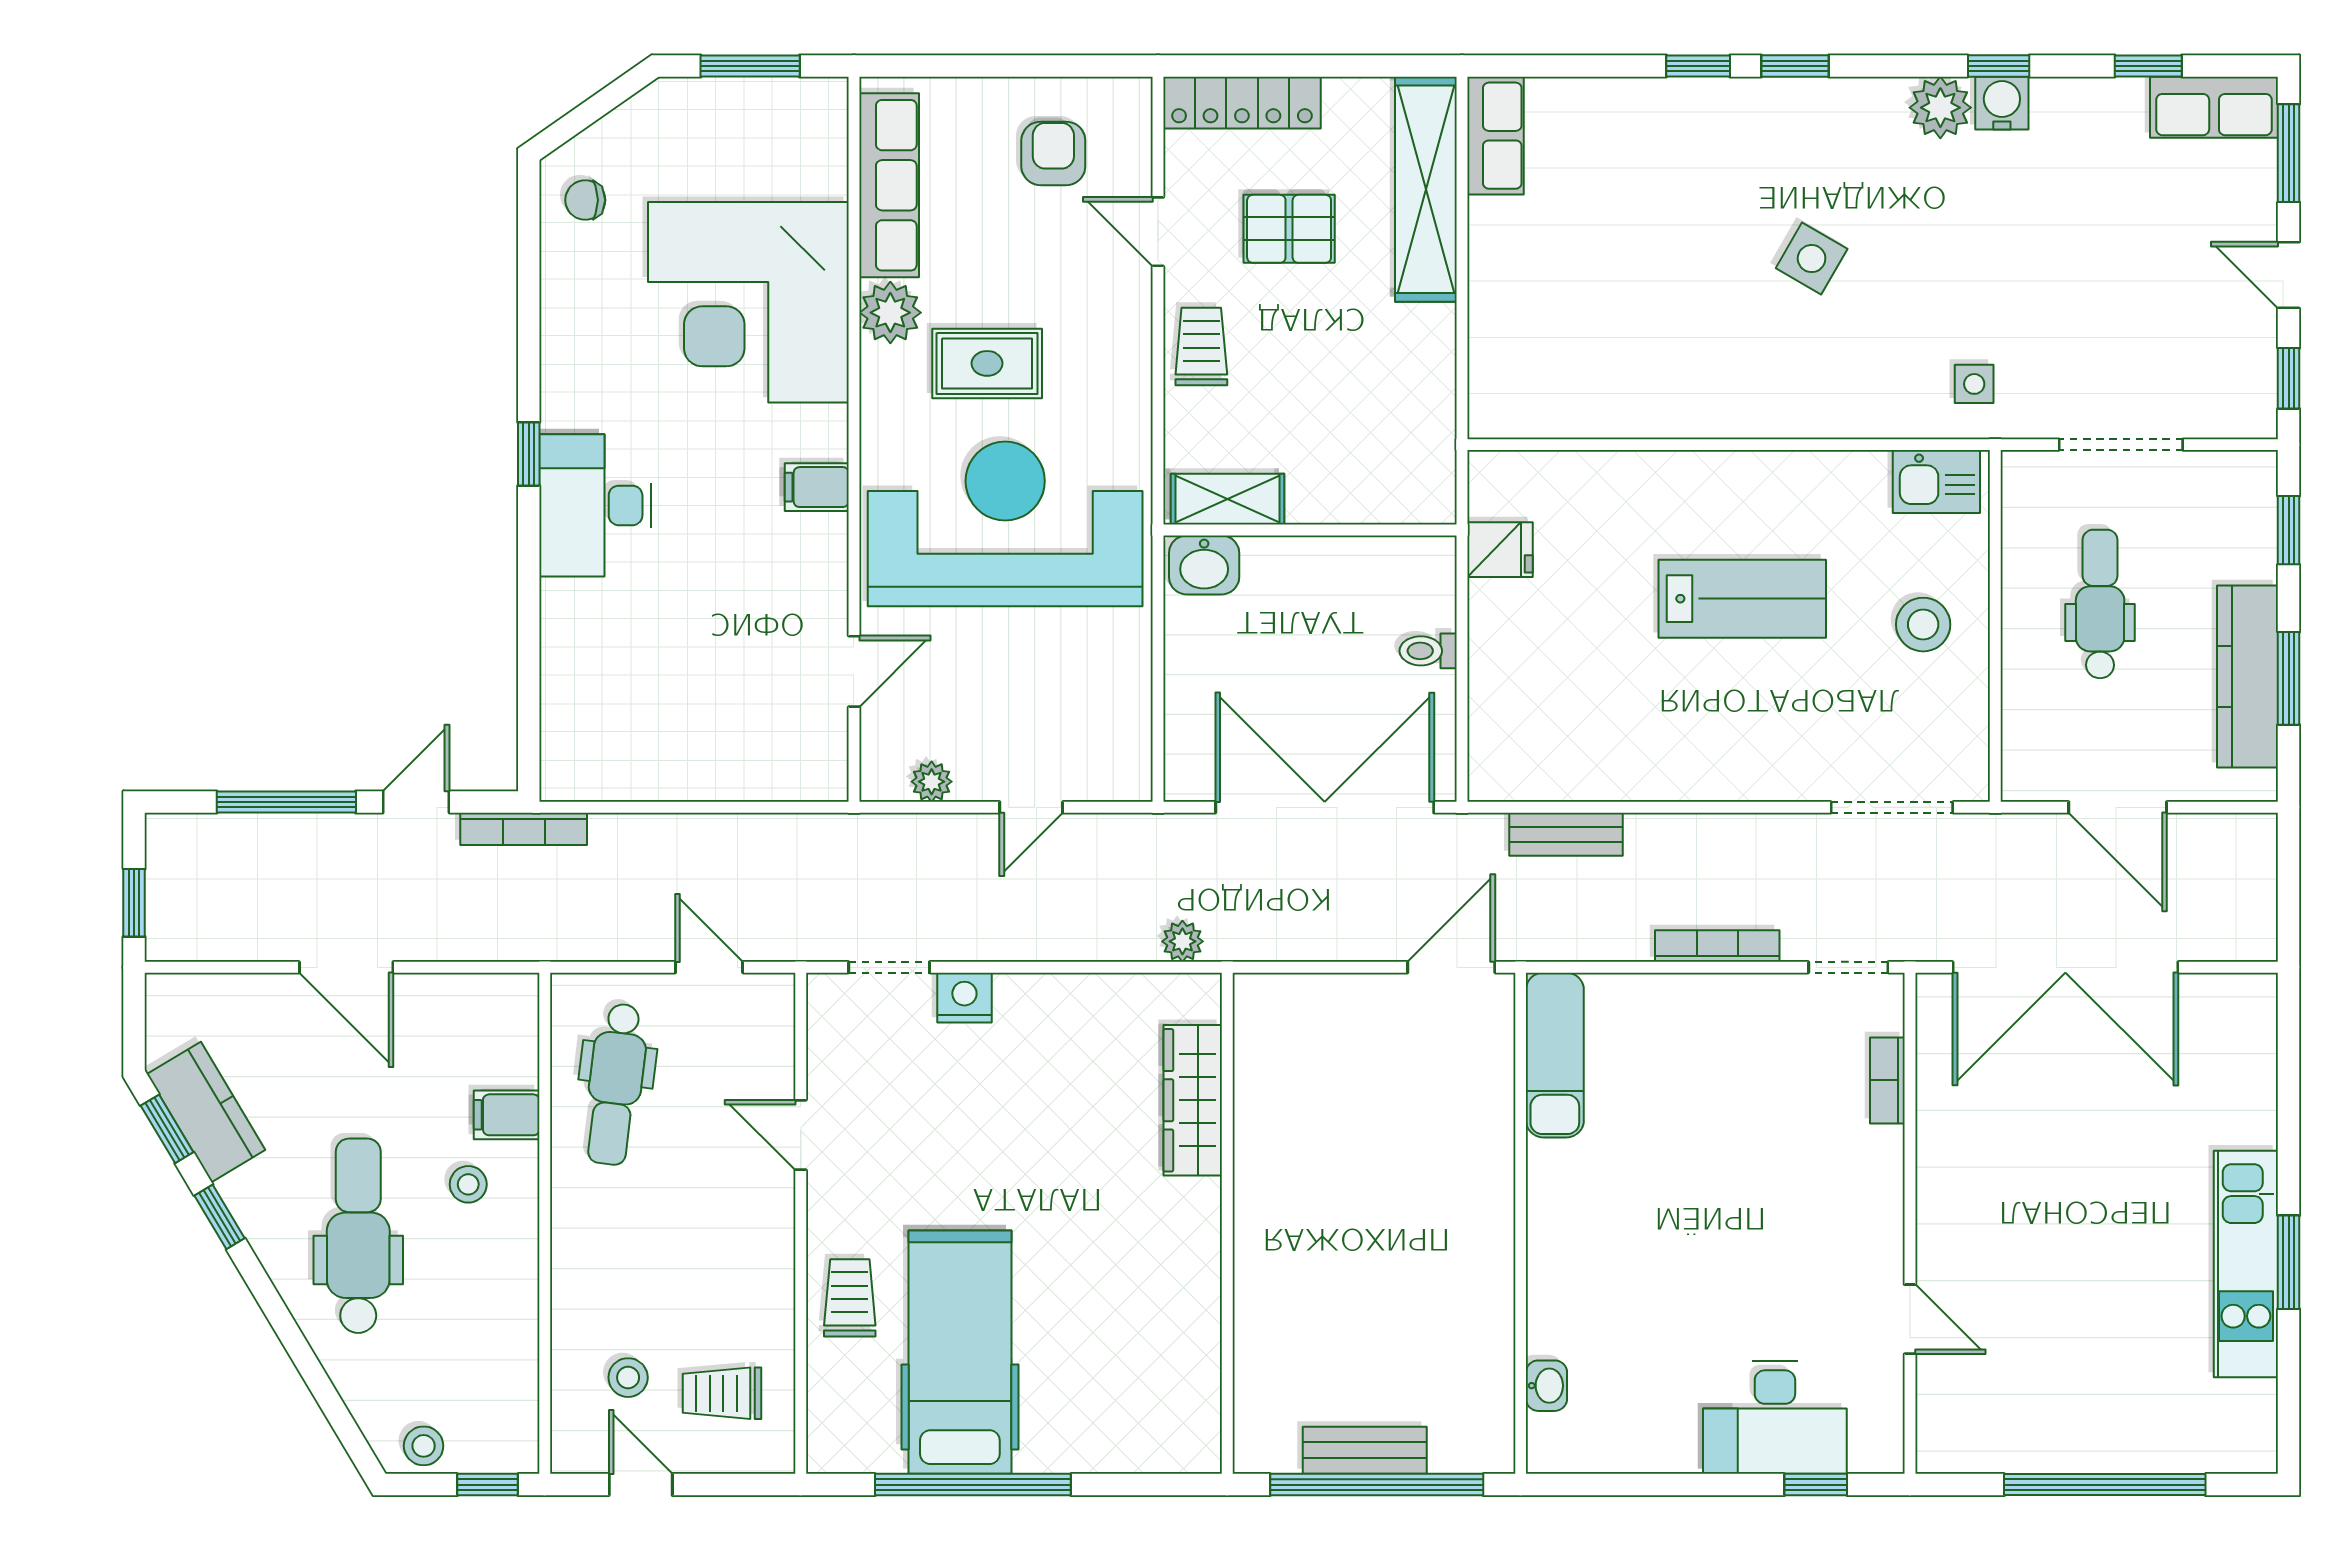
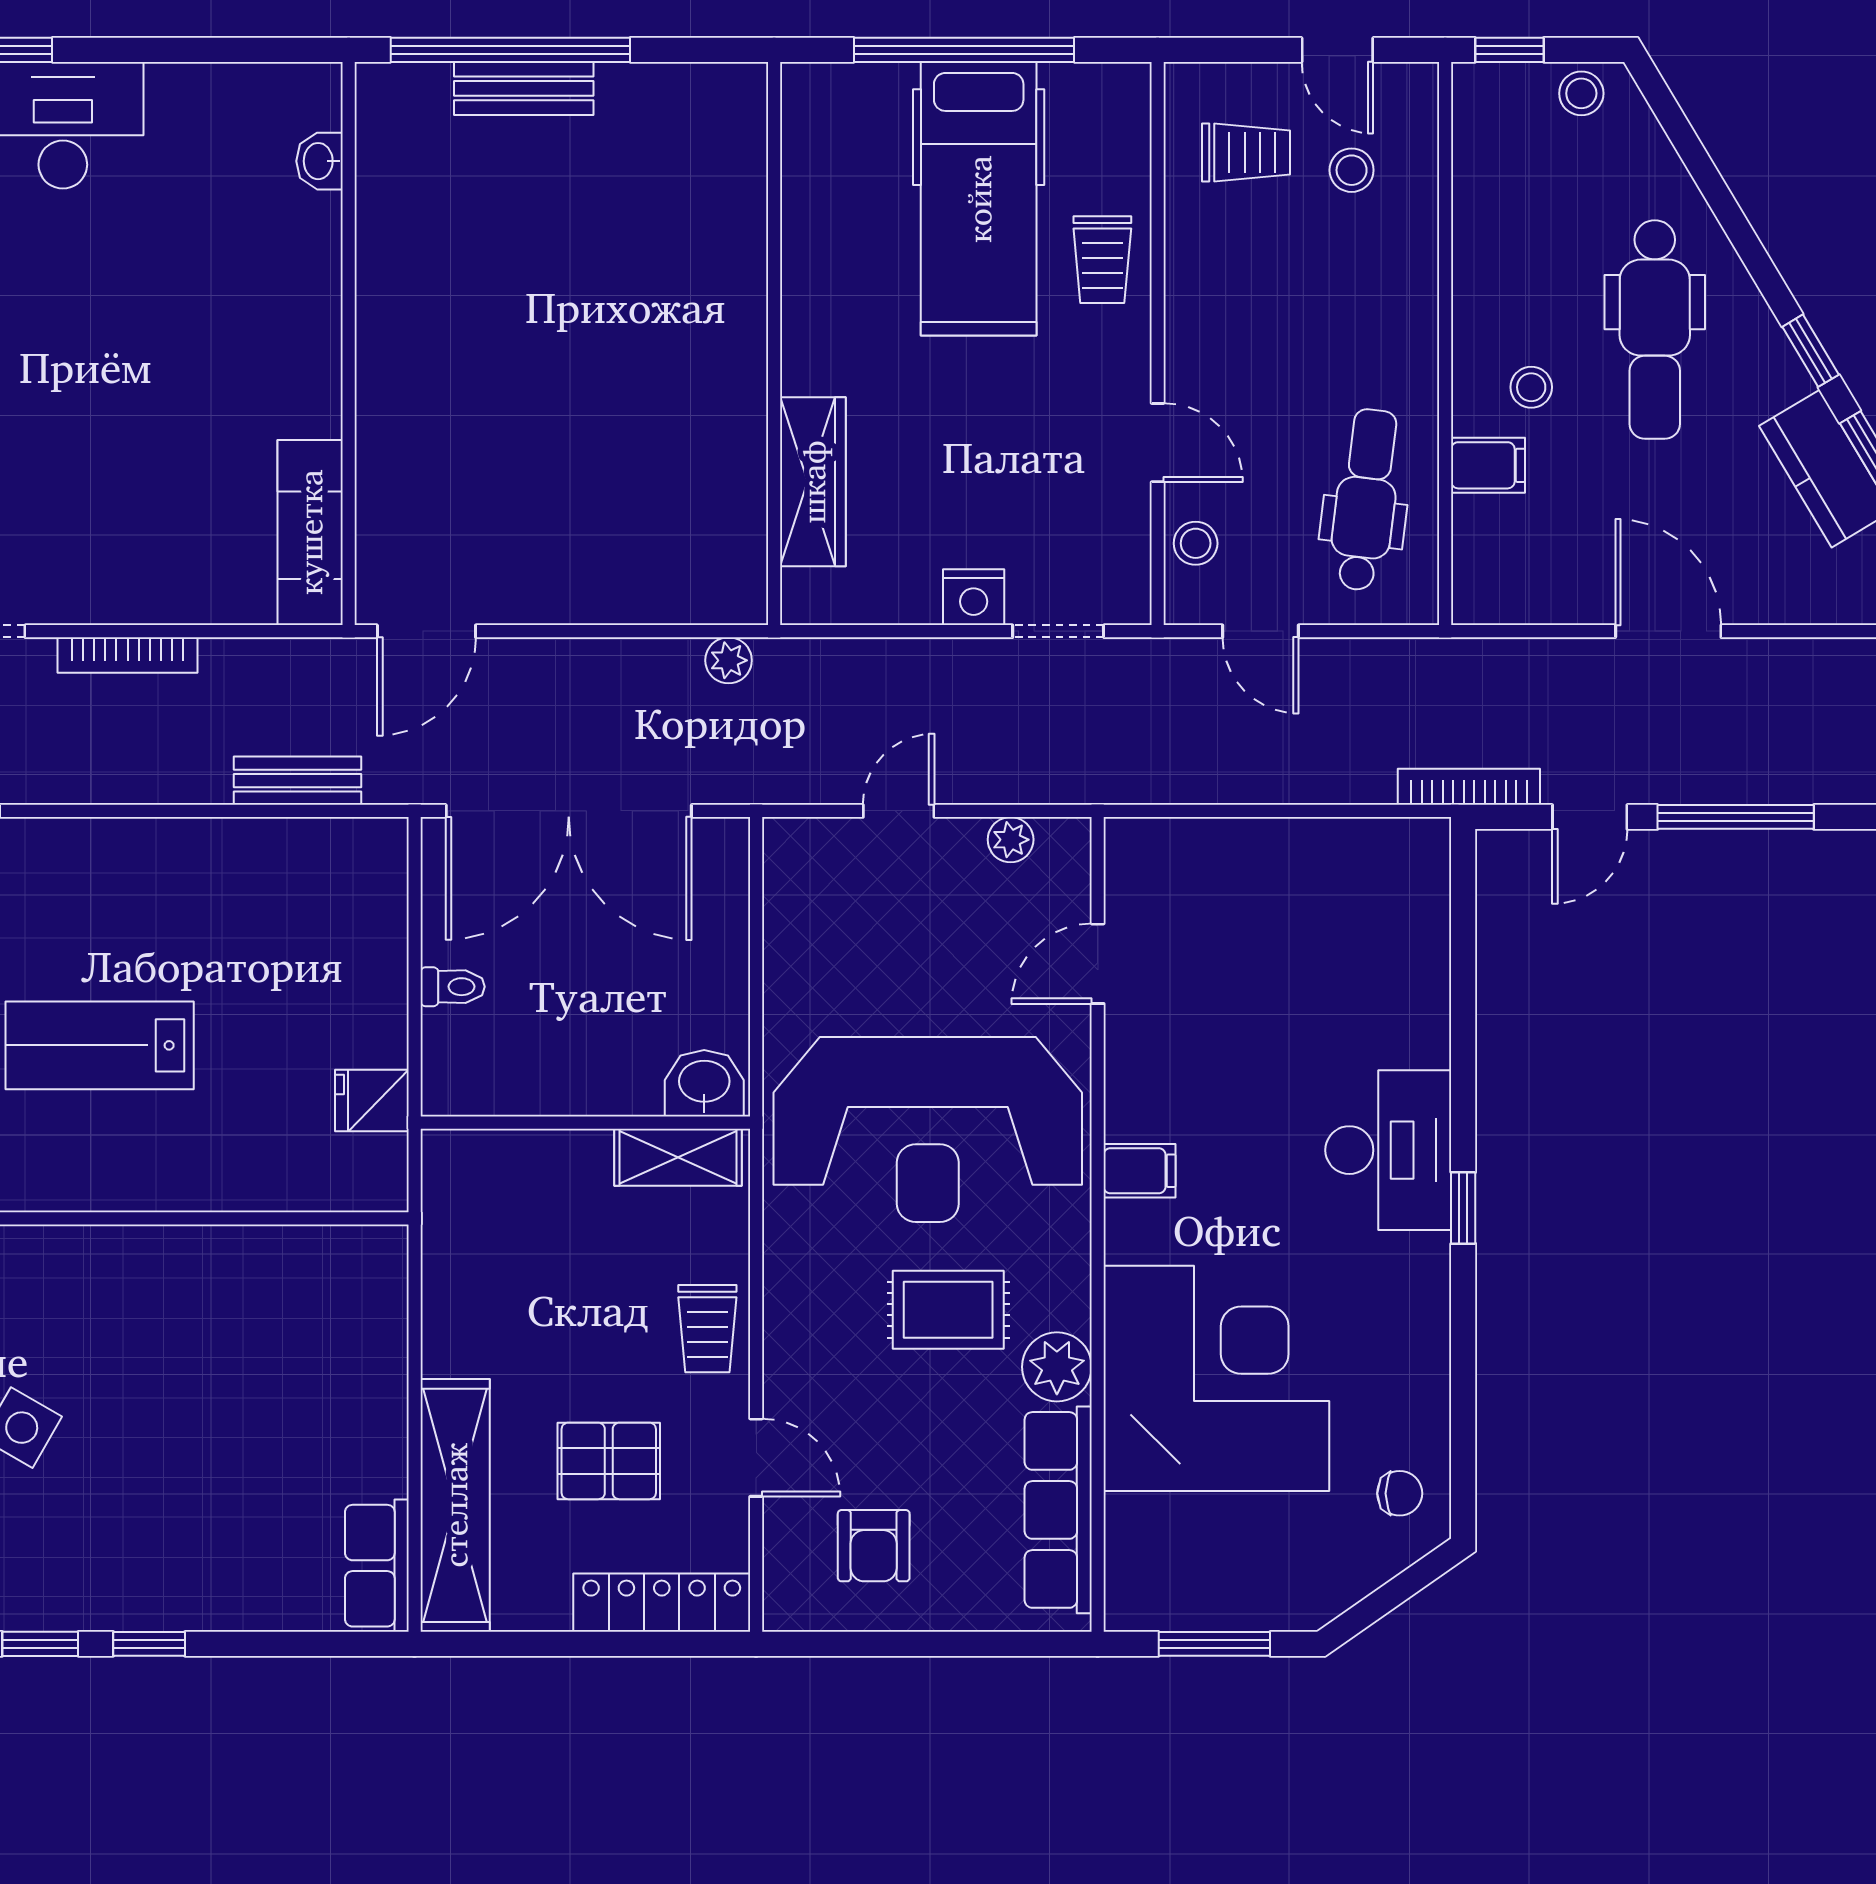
stool: (767, 1045) -> (1196, 543), added
wardrobe: (1193, 1100) -> (813, 482), moved
wall: (1227, 1223) -> (774, 343), moved

